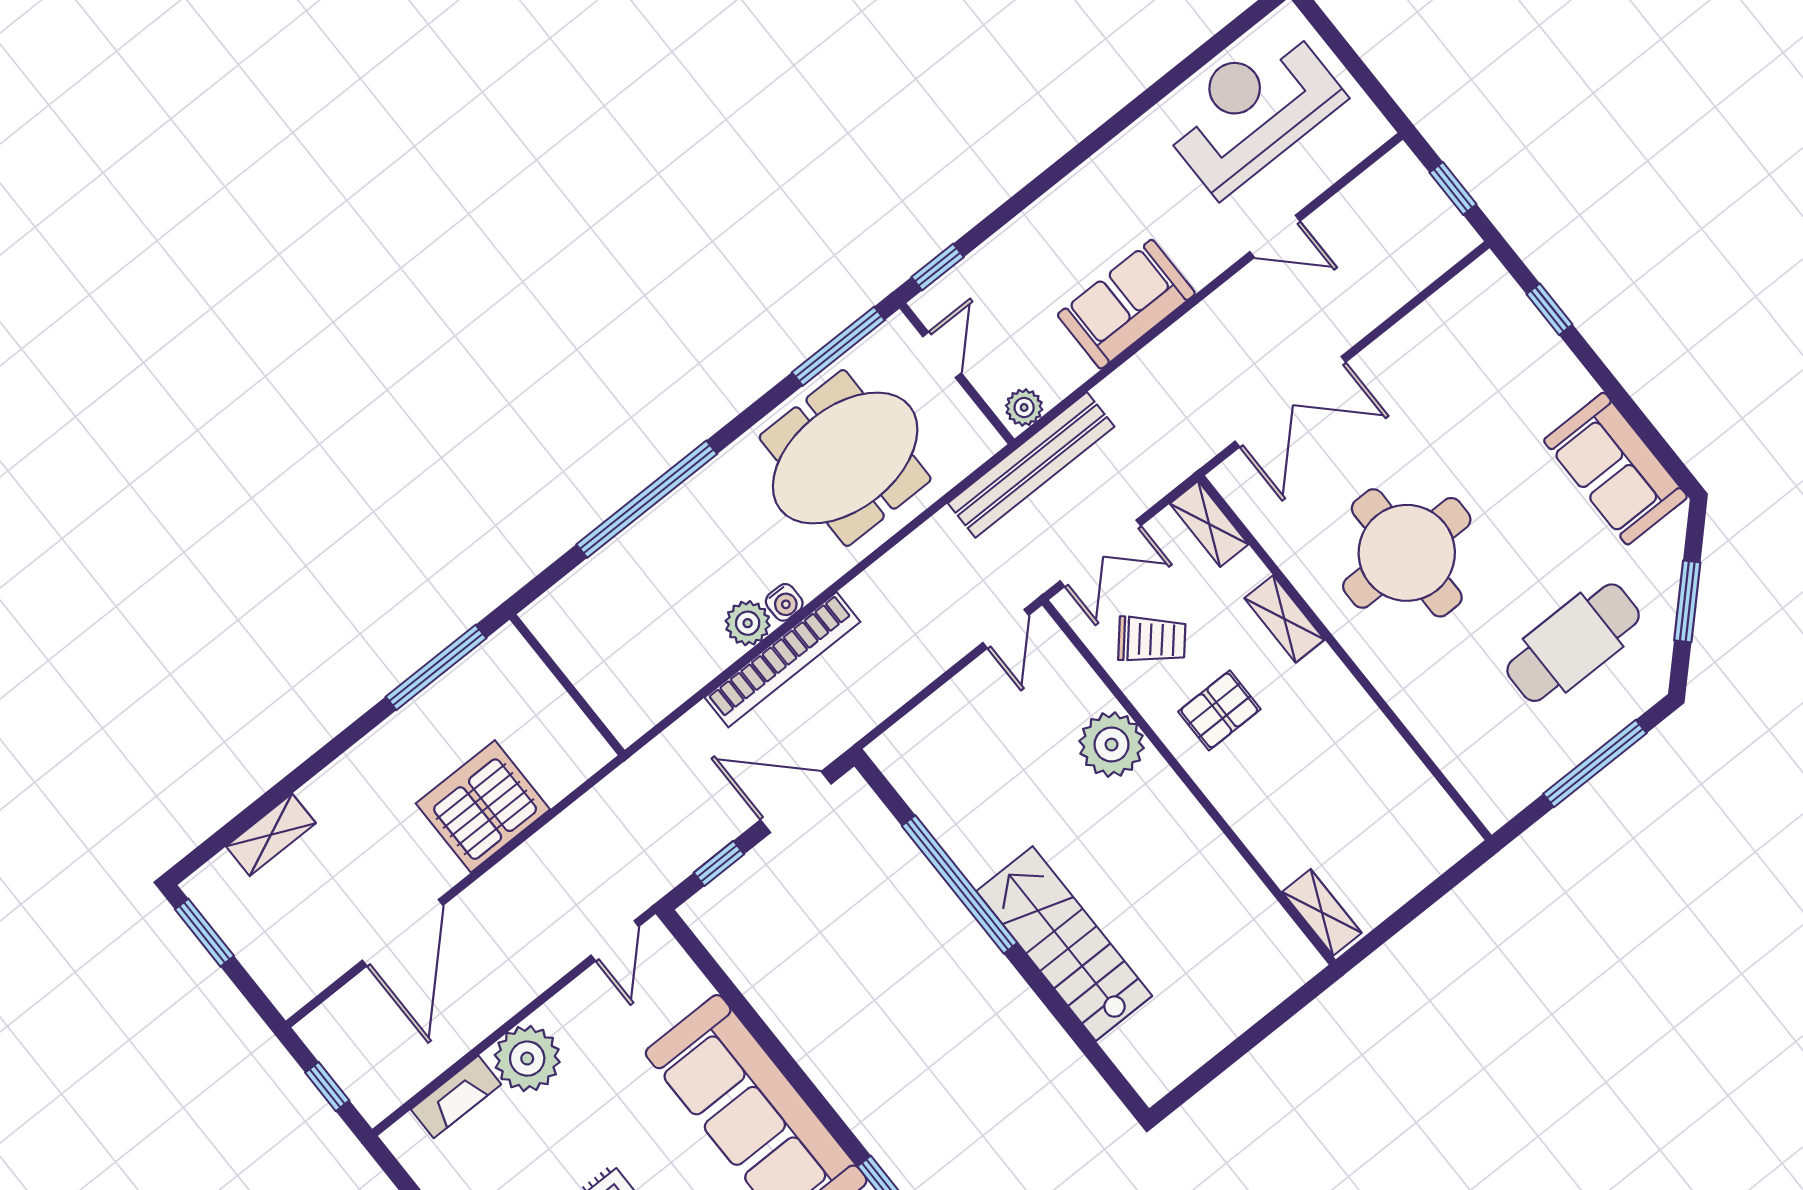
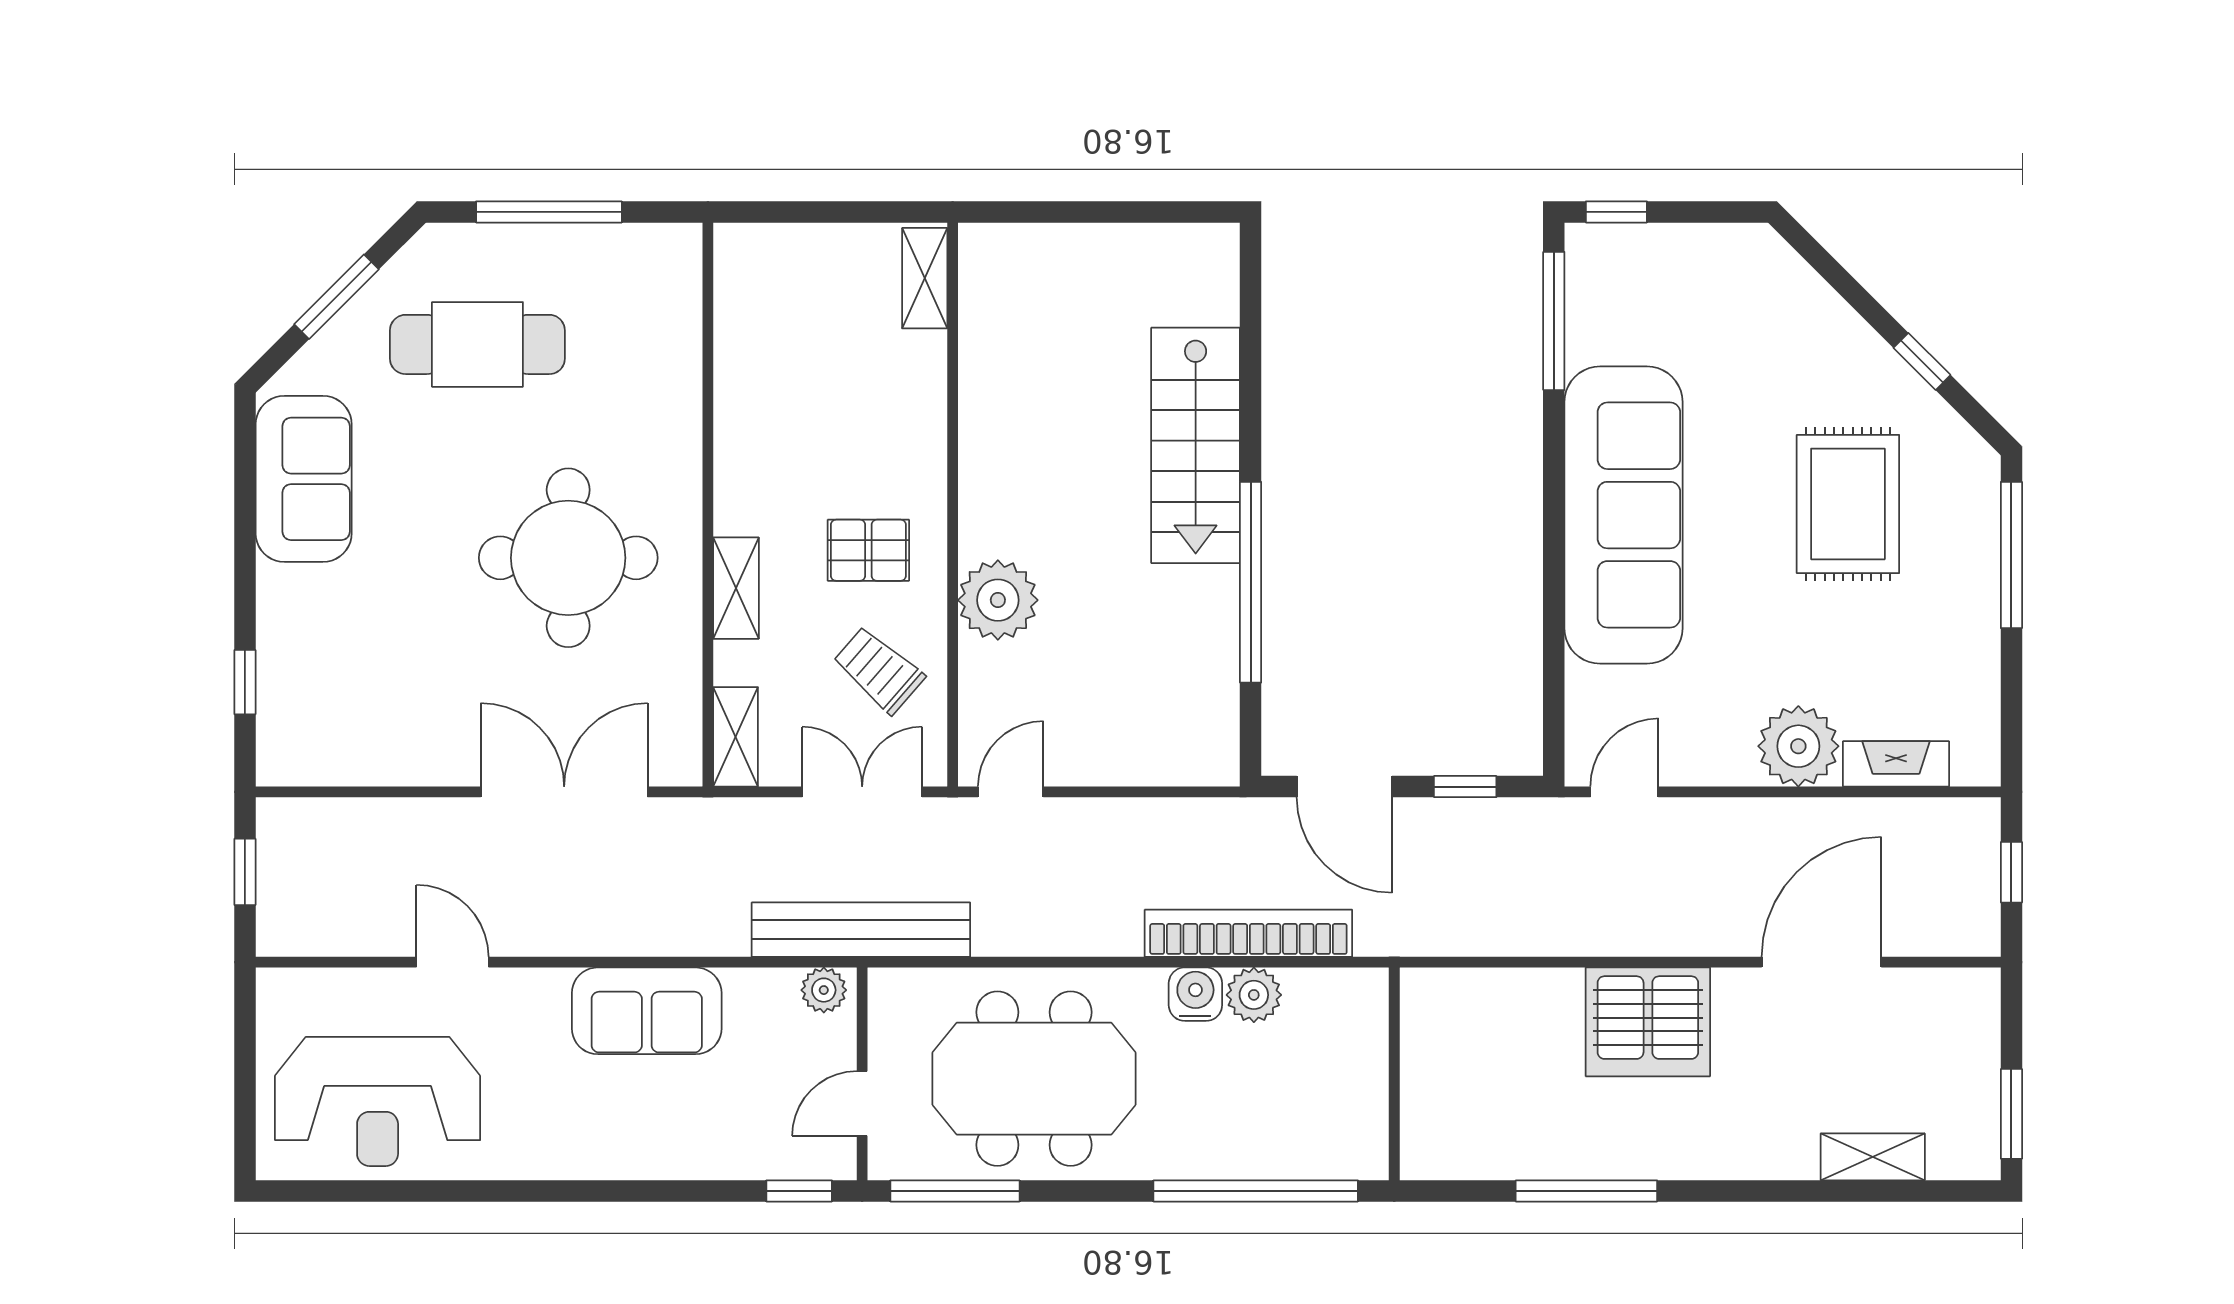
water cooler: (784, 602) -> (1195, 994), width x1.38, depth x1.38
wall: (567, 685) -> (1394, 1074), moved

